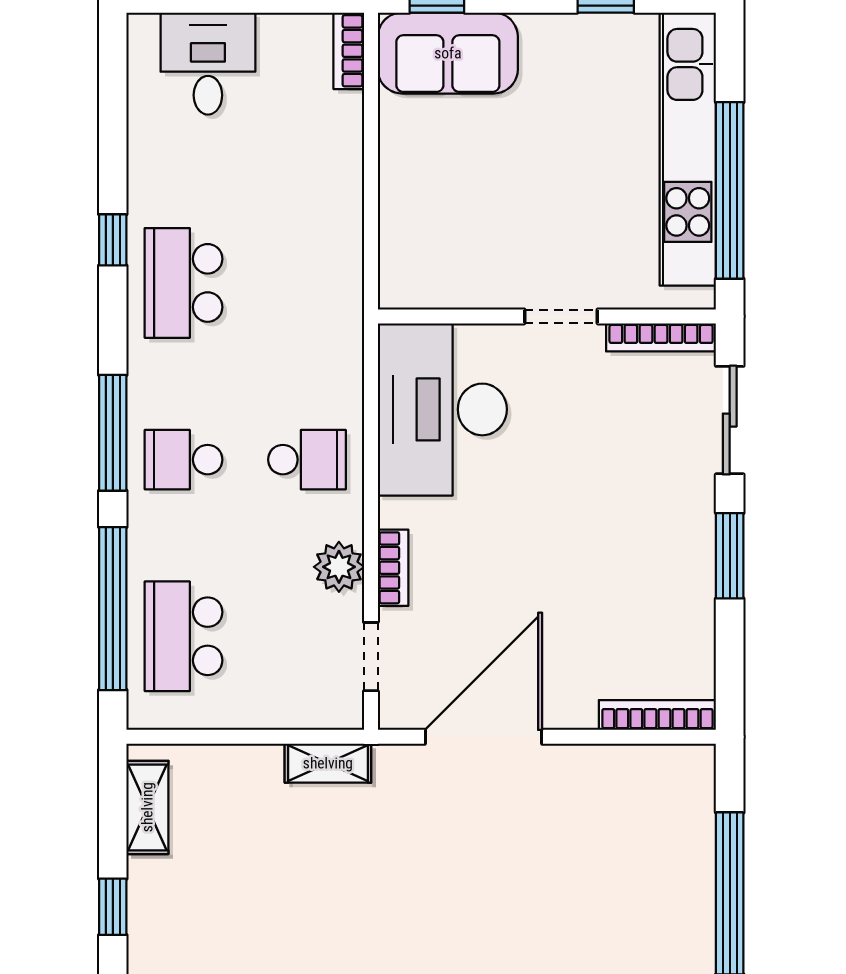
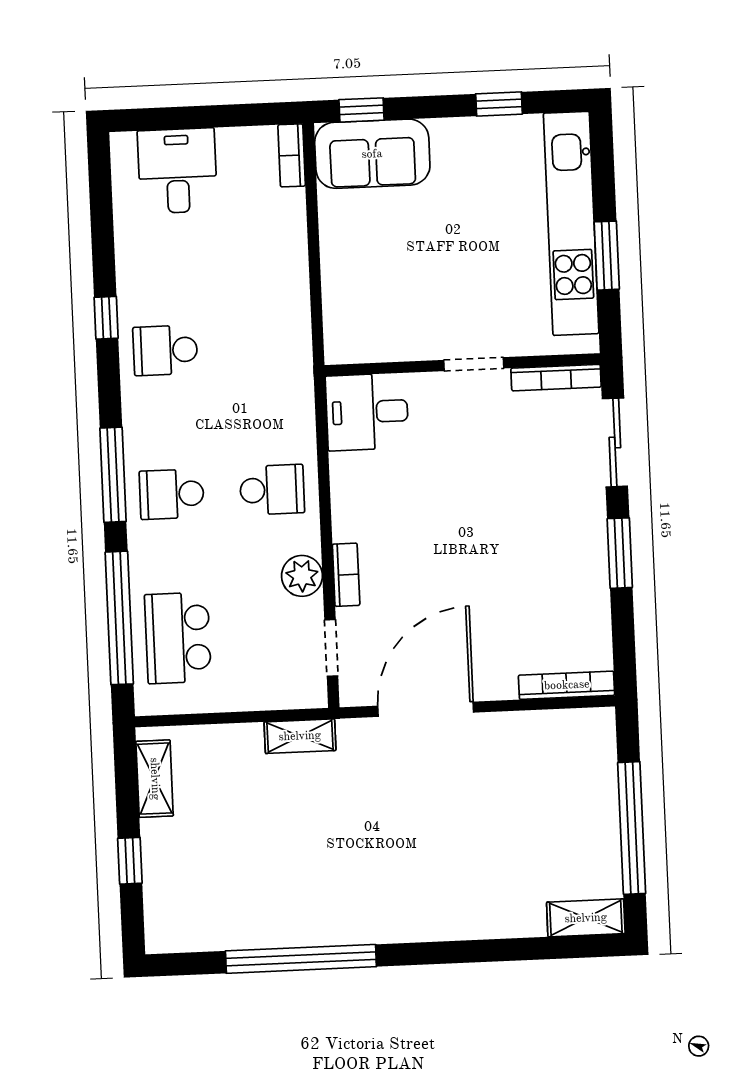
window: (730, 190) -> (607, 256), width x0.47
school desk: (184, 283) -> (165, 350), width x0.54
desk: (442, 409) -> (367, 412), width x0.53, depth x0.77

